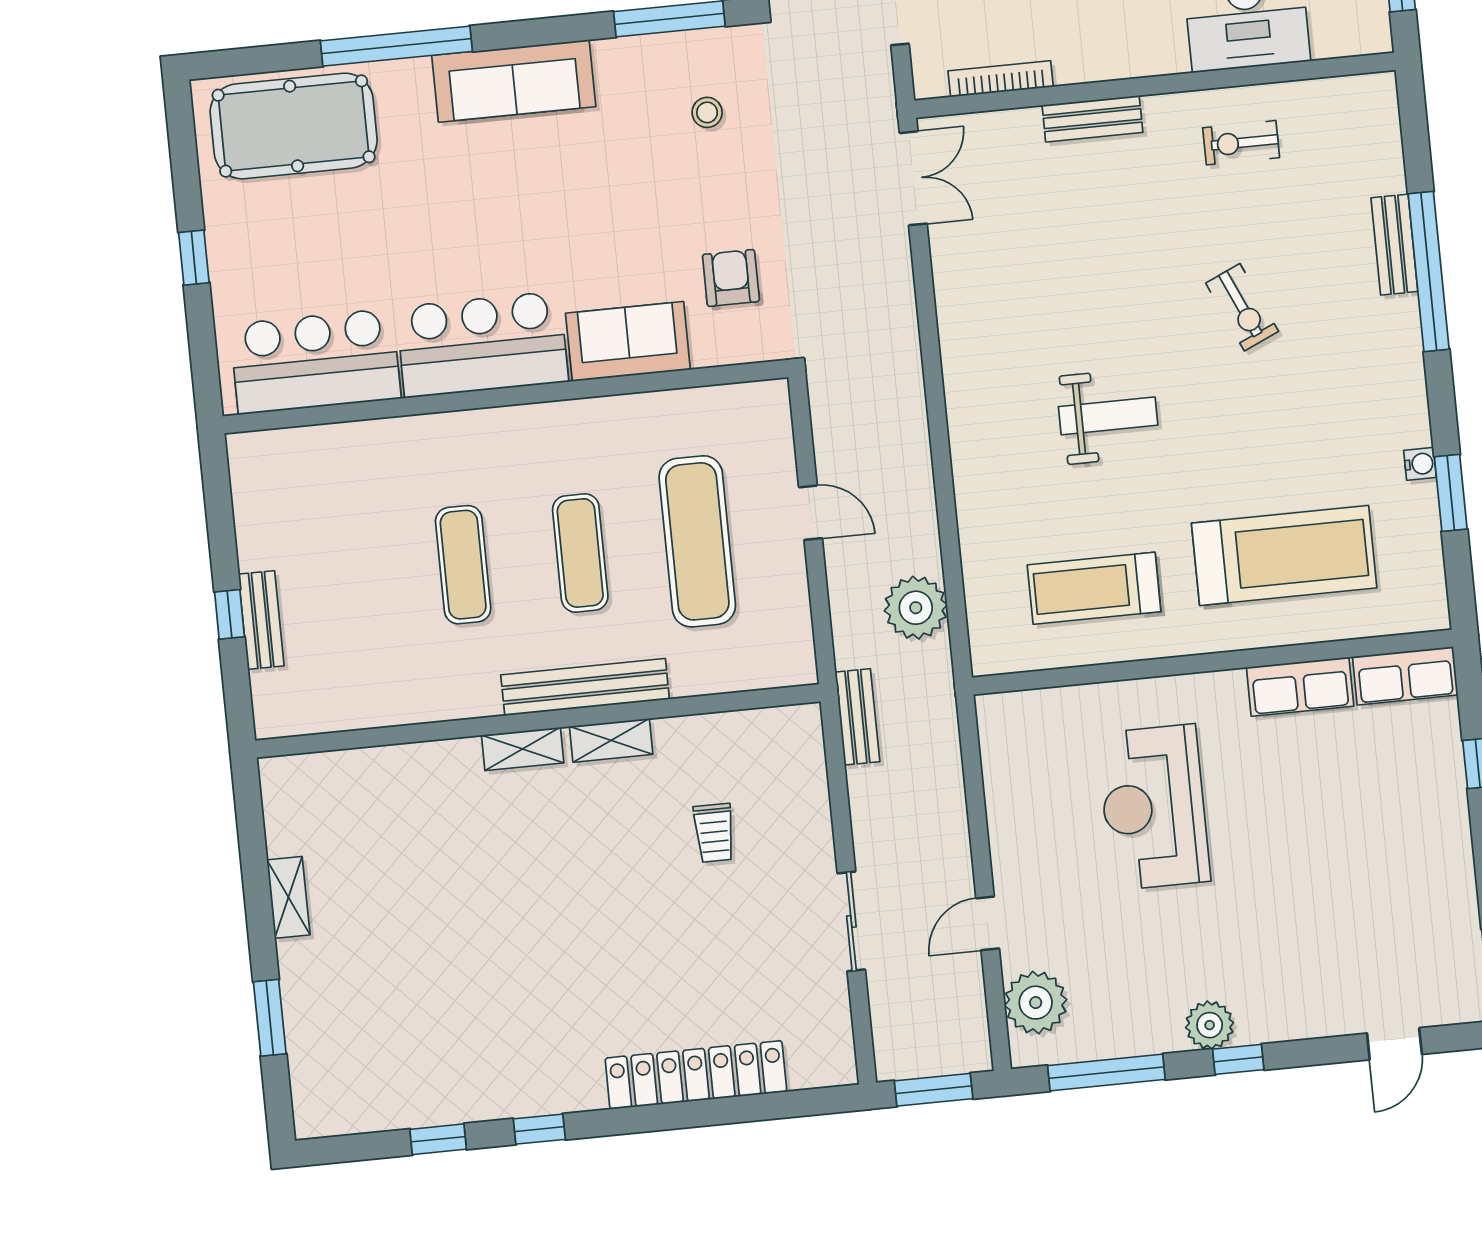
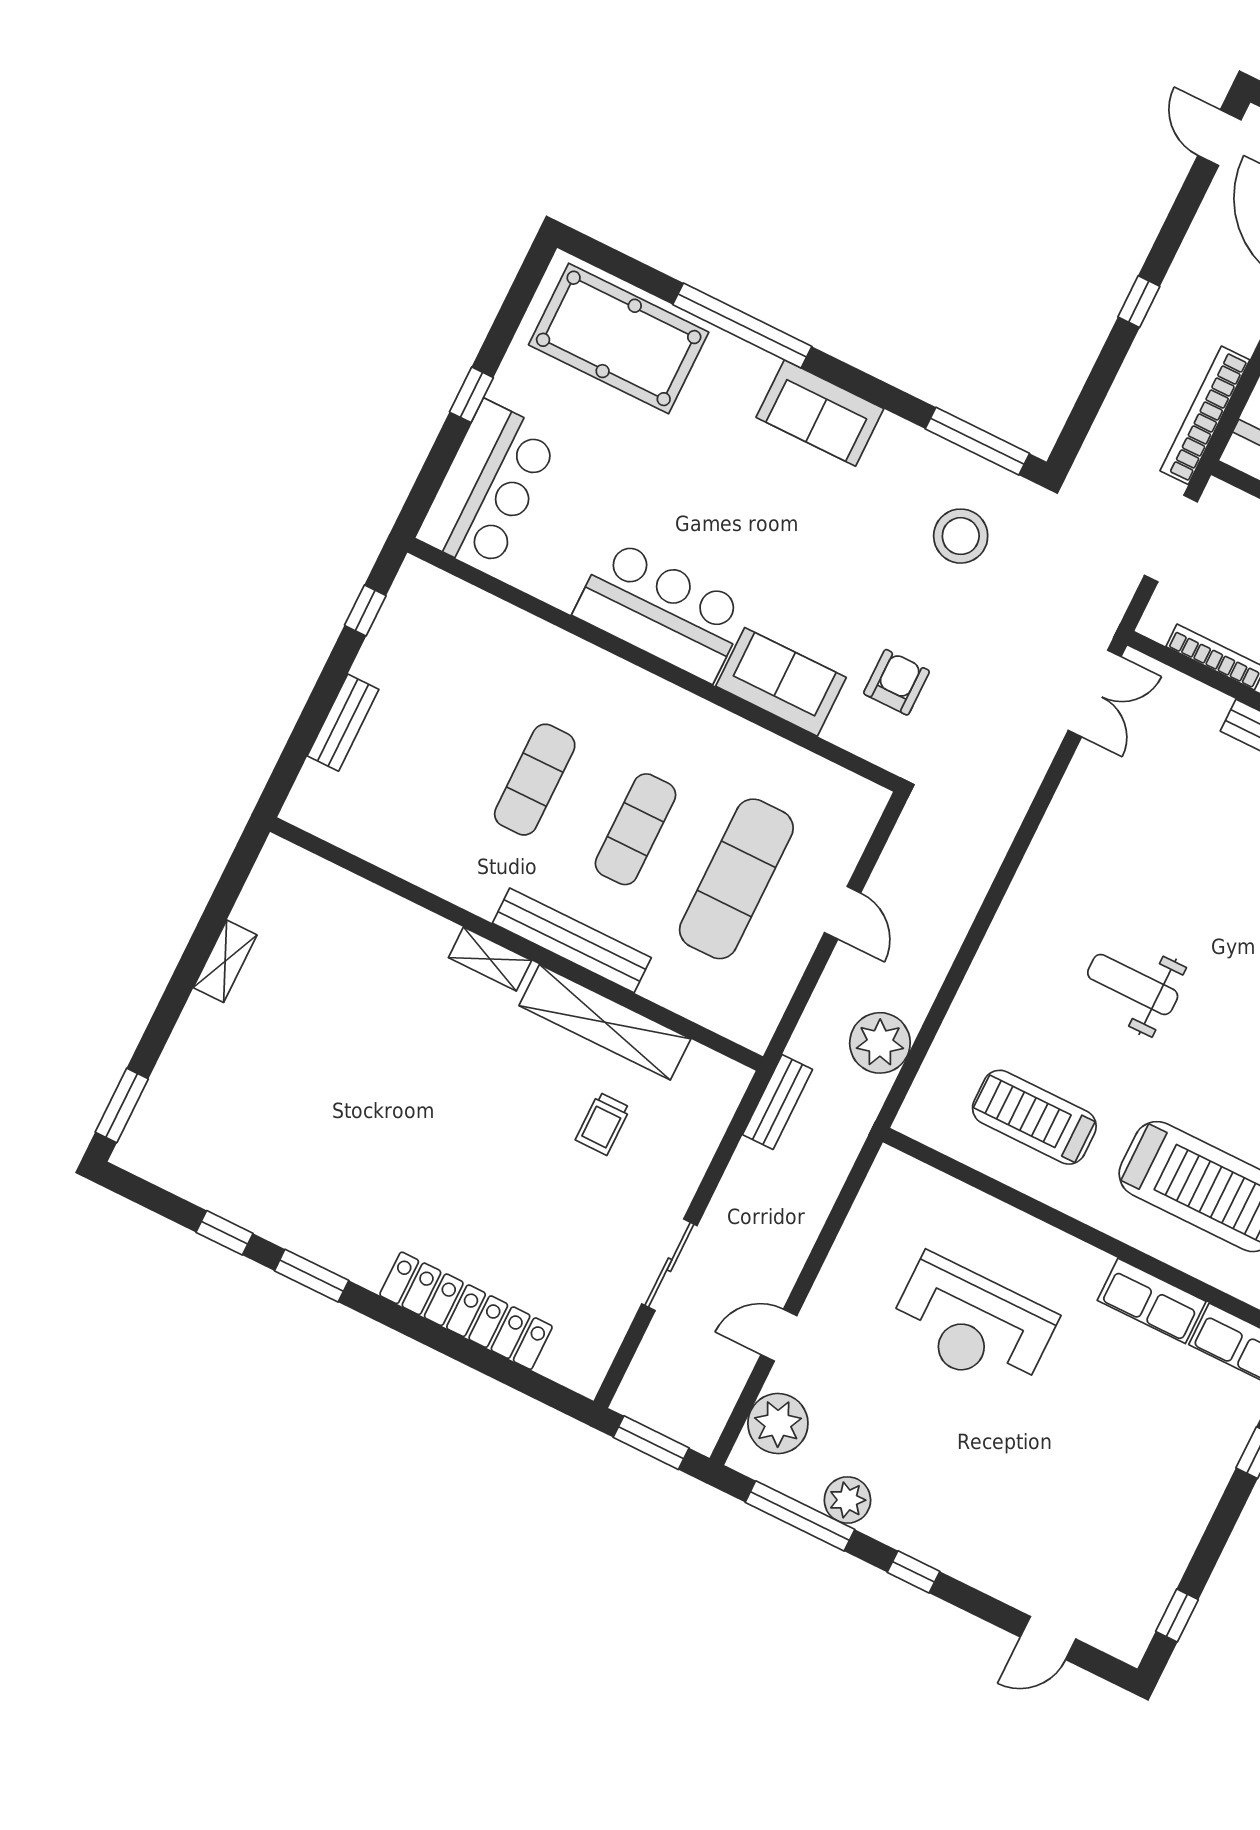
sofa: (514, 81) -> (820, 413), width x0.73
stool: (707, 112) -> (961, 536), width x1.89, depth x1.89
bar counter: (315, 361) -> (488, 487), moved, turned 90
weight bench: (1108, 416) -> (1133, 984), turned 180
window: (229, 614) -> (365, 610), moved
shelving: (611, 740) -> (605, 1022), width x2.20, depth x1.33
reception desk: (1154, 807) -> (972, 1325), turned -90
window: (270, 1018) -> (122, 1105), moved
plant: (1210, 1025) -> (847, 1500), moved
window: (539, 1129) -> (312, 1276), width x1.50

